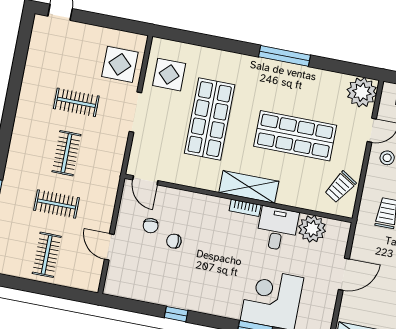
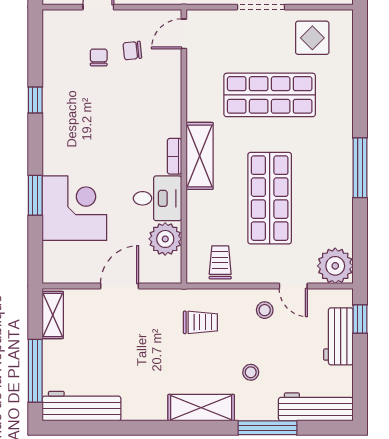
trolley: (340, 187) -> (220, 262), turned 58
chair: (174, 241) -> (99, 57), moved
door: (344, 274) -> (120, 286), swing flipped

